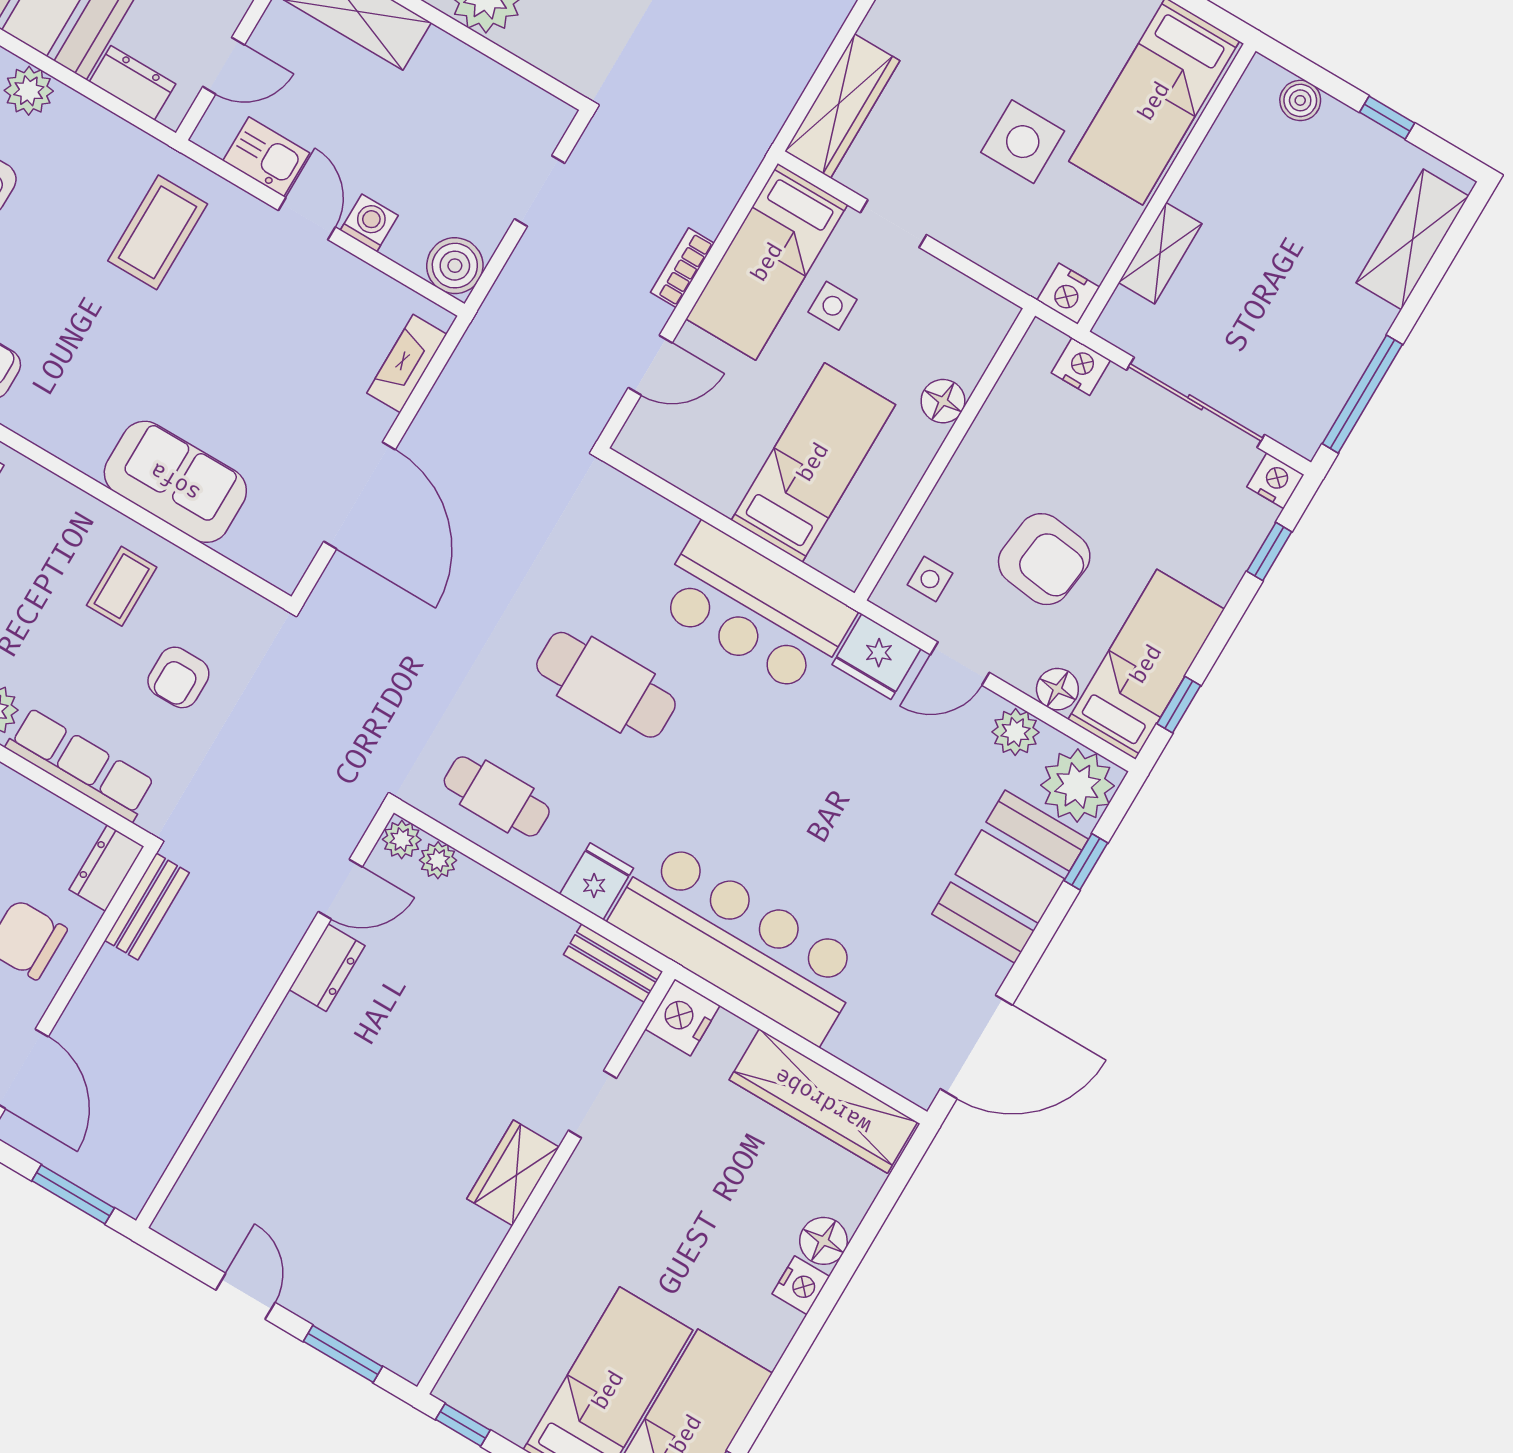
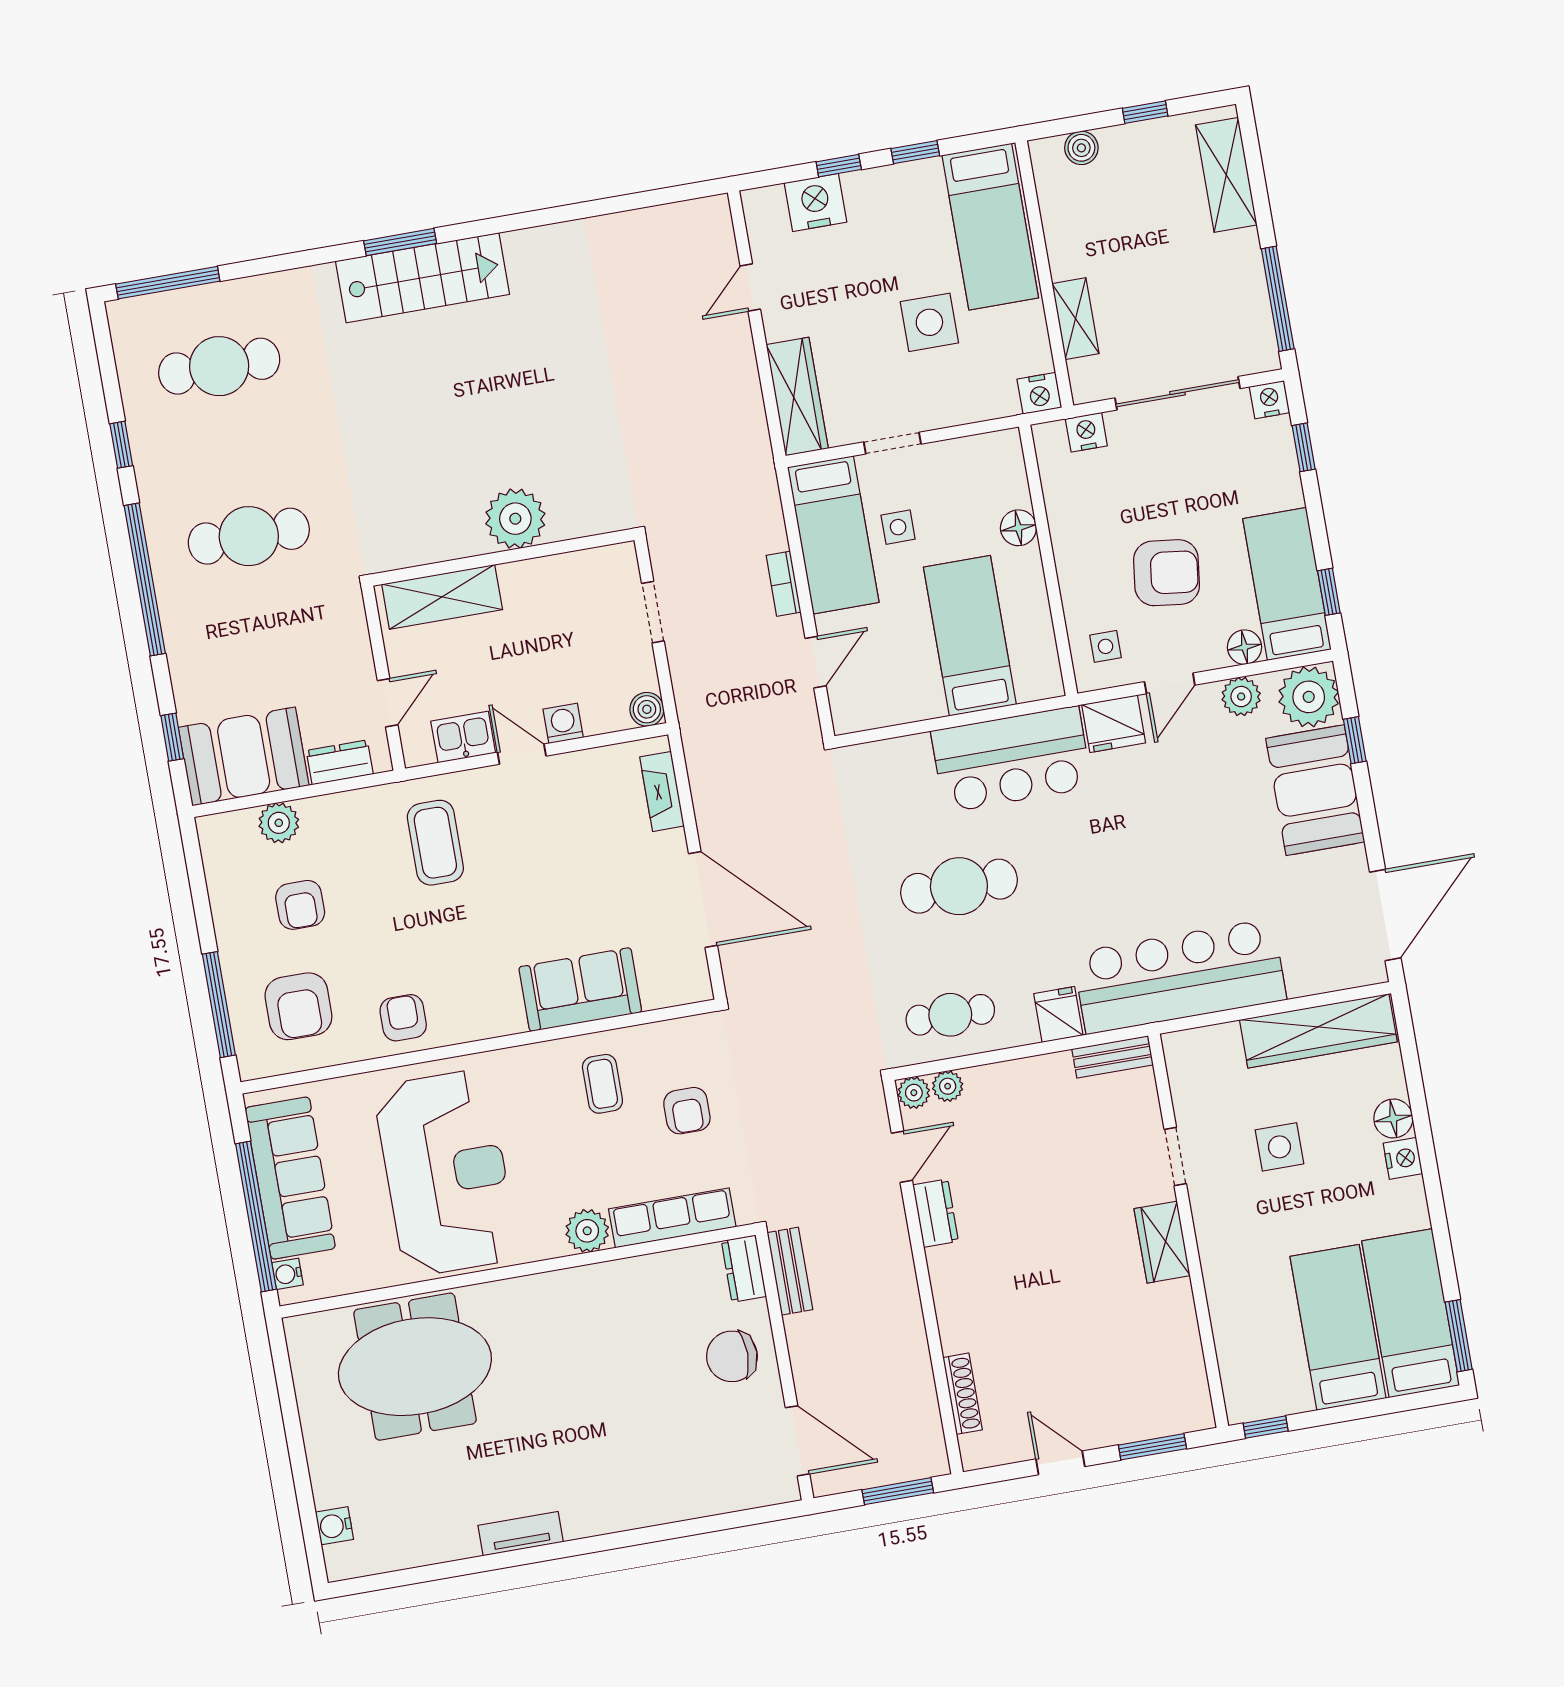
boiler: (455, 266) -> (647, 709), width x0.73, depth x0.73
nightstand: (683, 1017) -> (1185, 1054), removed
shoe rack: (210, 1155) -> (963, 1394), added
side table: (696, 1177) -> (1279, 1147), added

